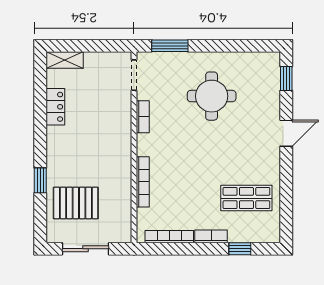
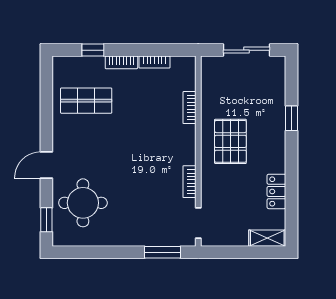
round table: (212, 96) -> (83, 203), moved
bookcase: (143, 182) -> (189, 108), width x0.64
pallet: (76, 203) -> (230, 141), moved, turned 90
bookcase: (169, 237) -> (154, 62), width x0.64

